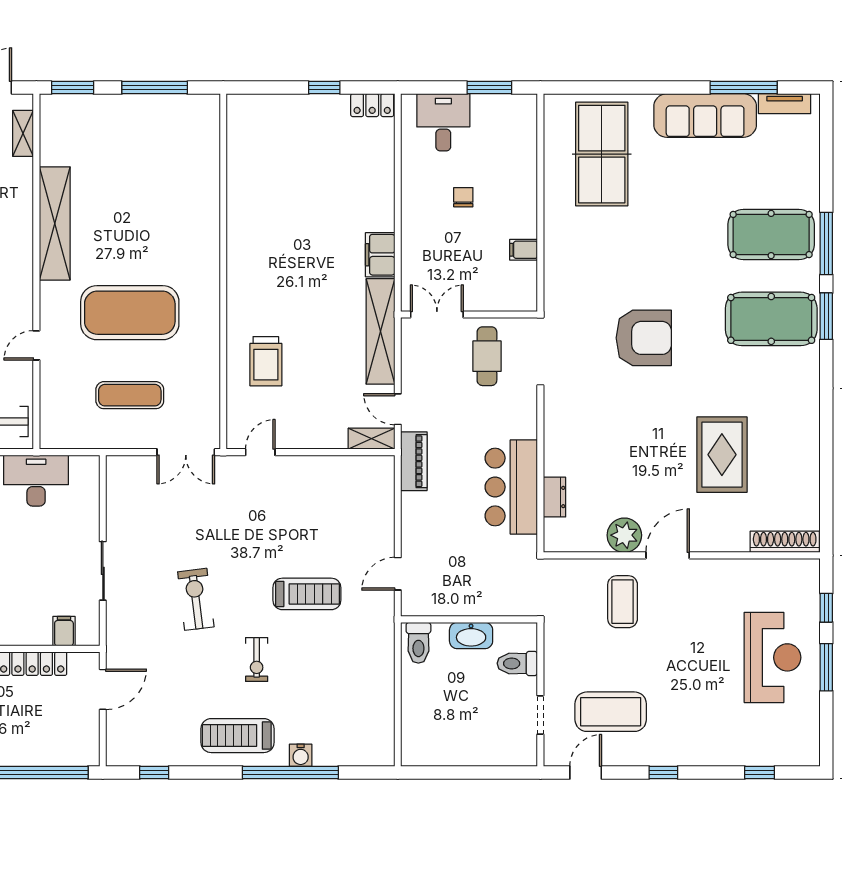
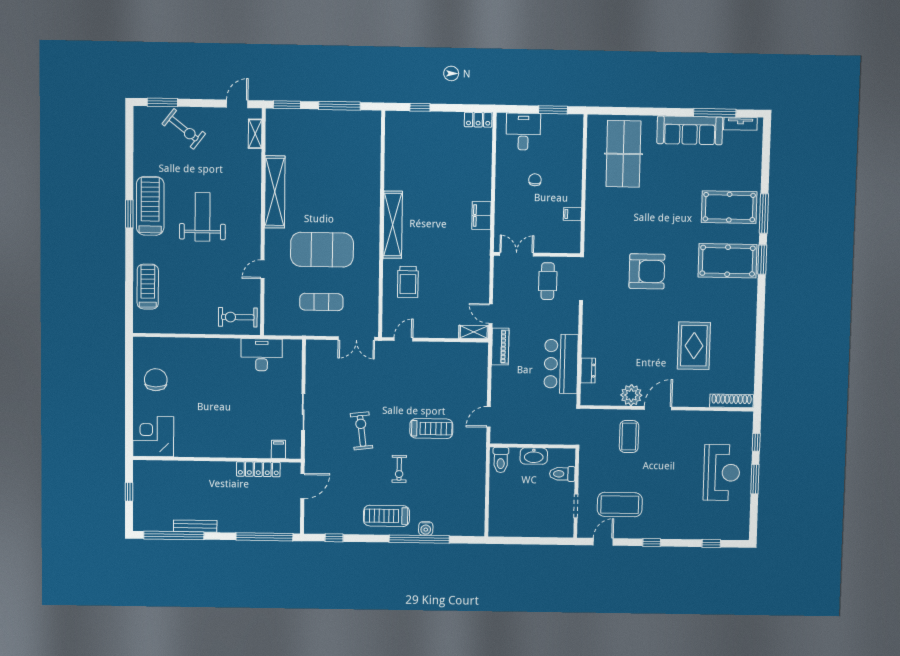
window: (324, 88) -> (420, 107), moved
shelving: (380, 331) -> (393, 225), moved

